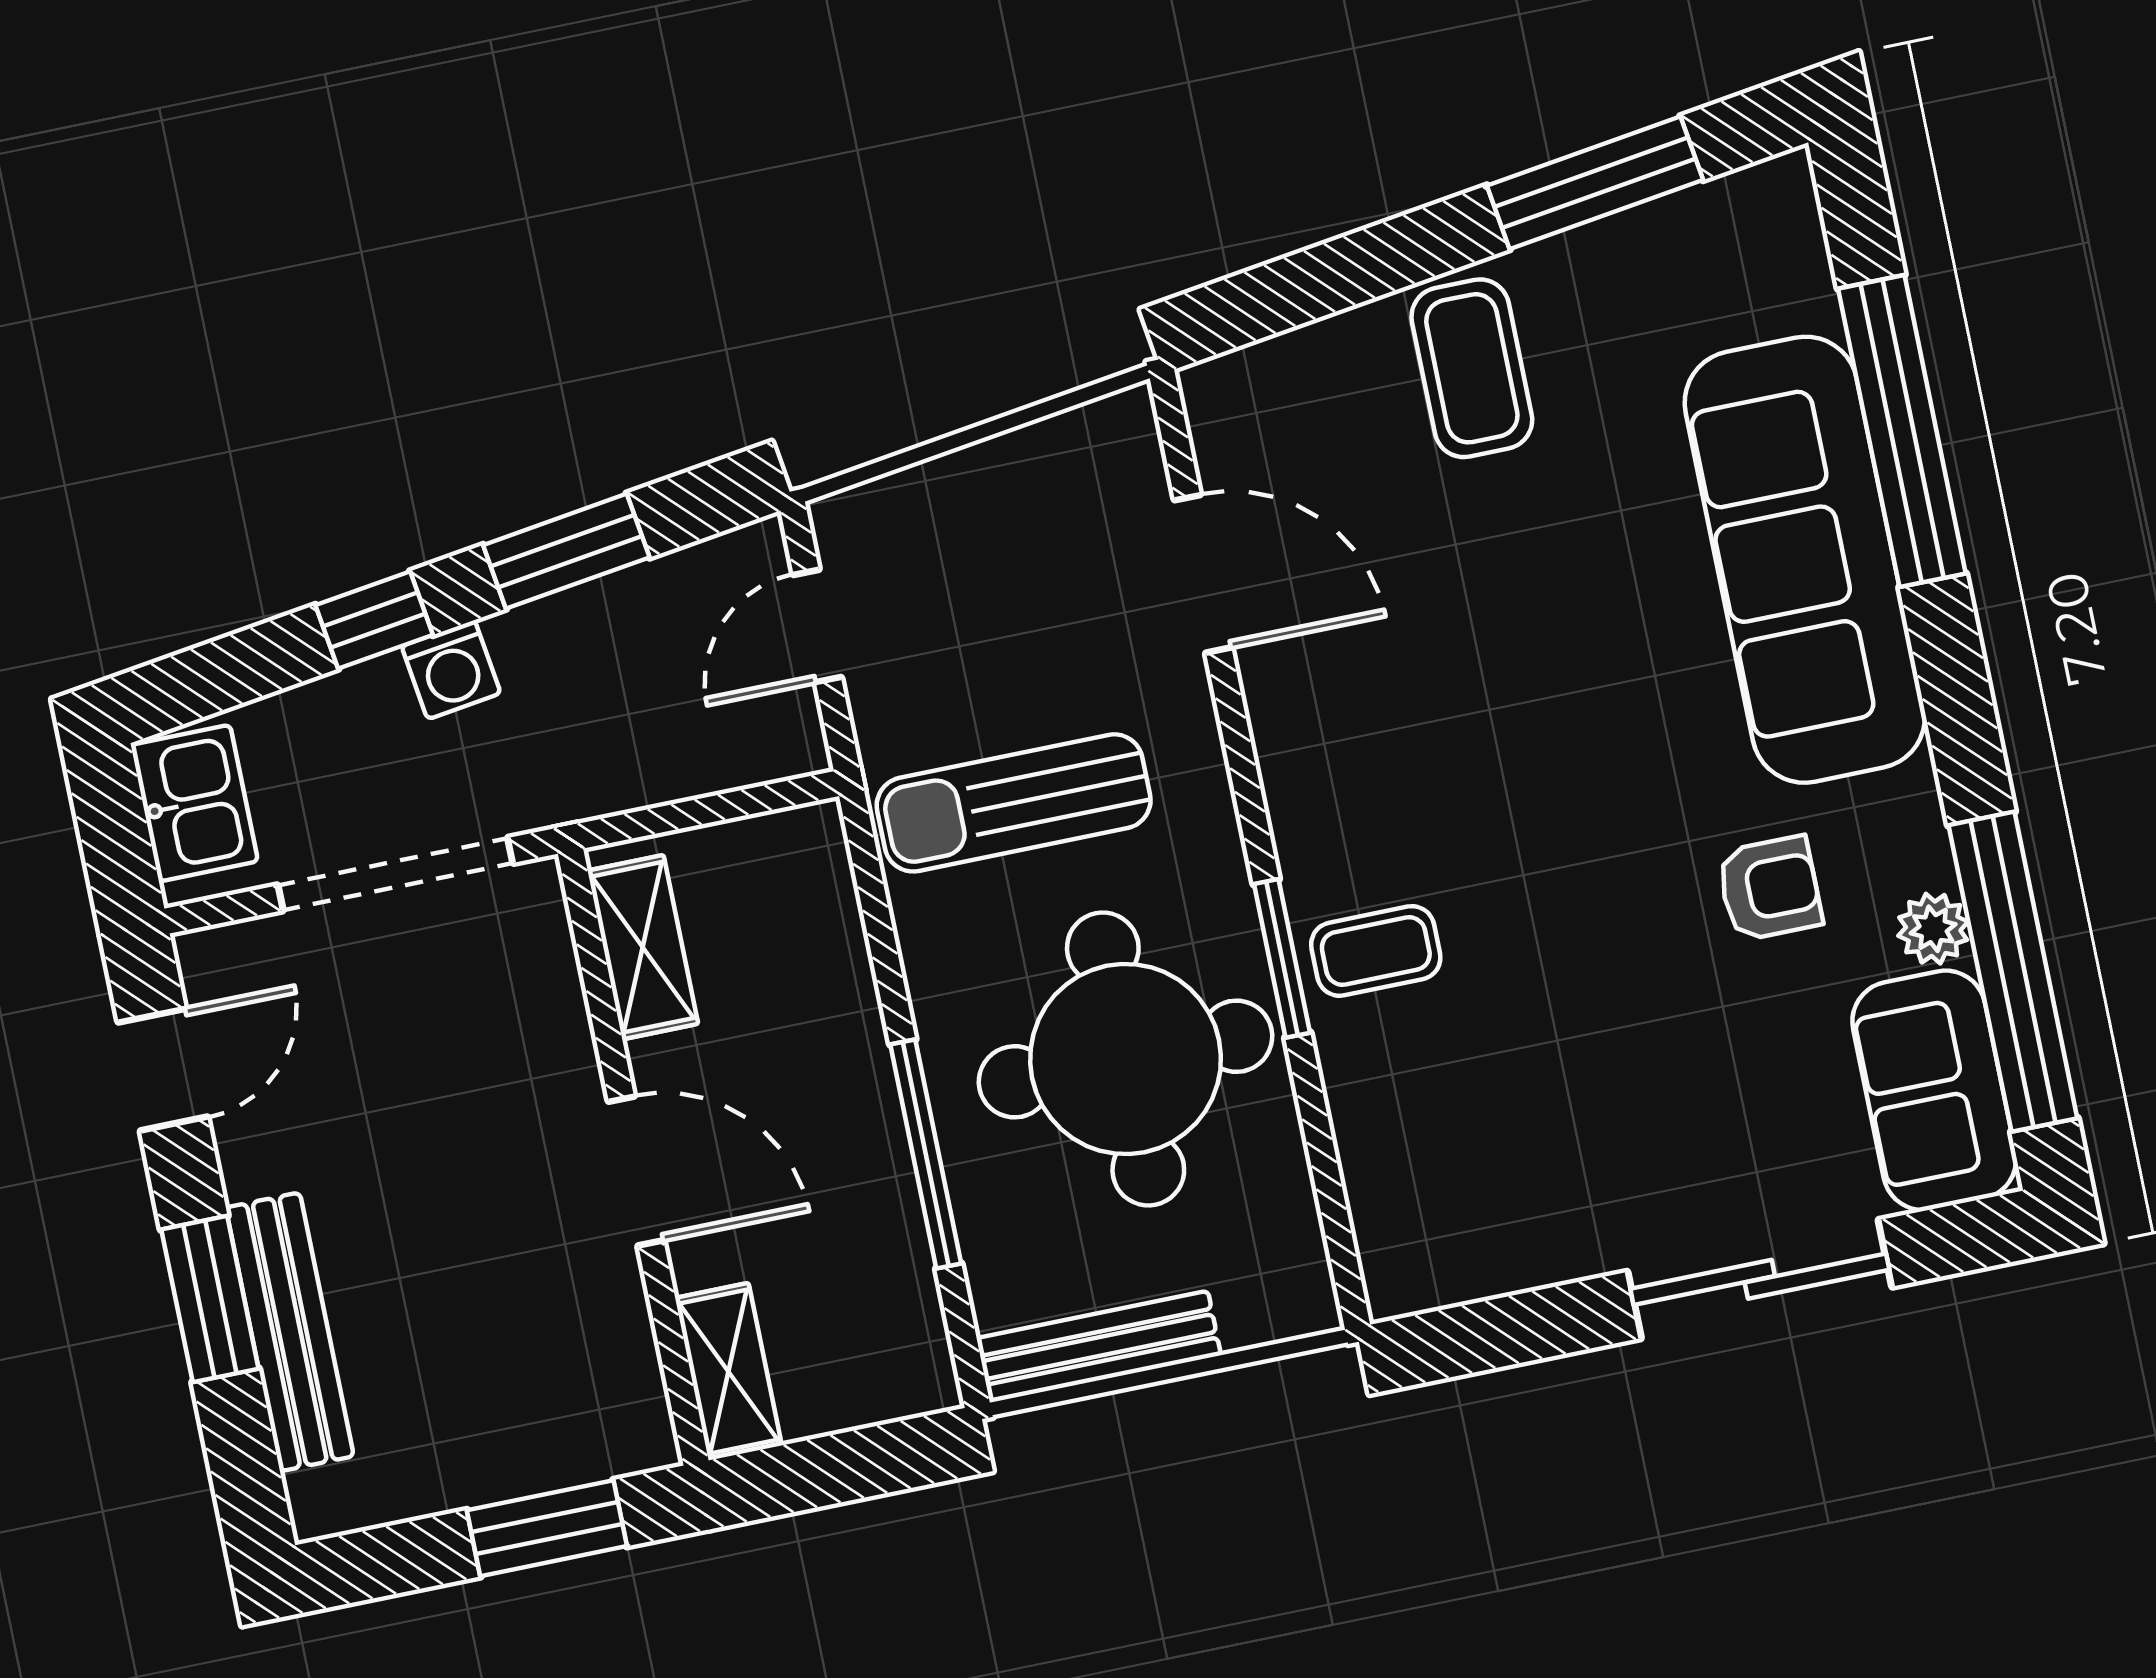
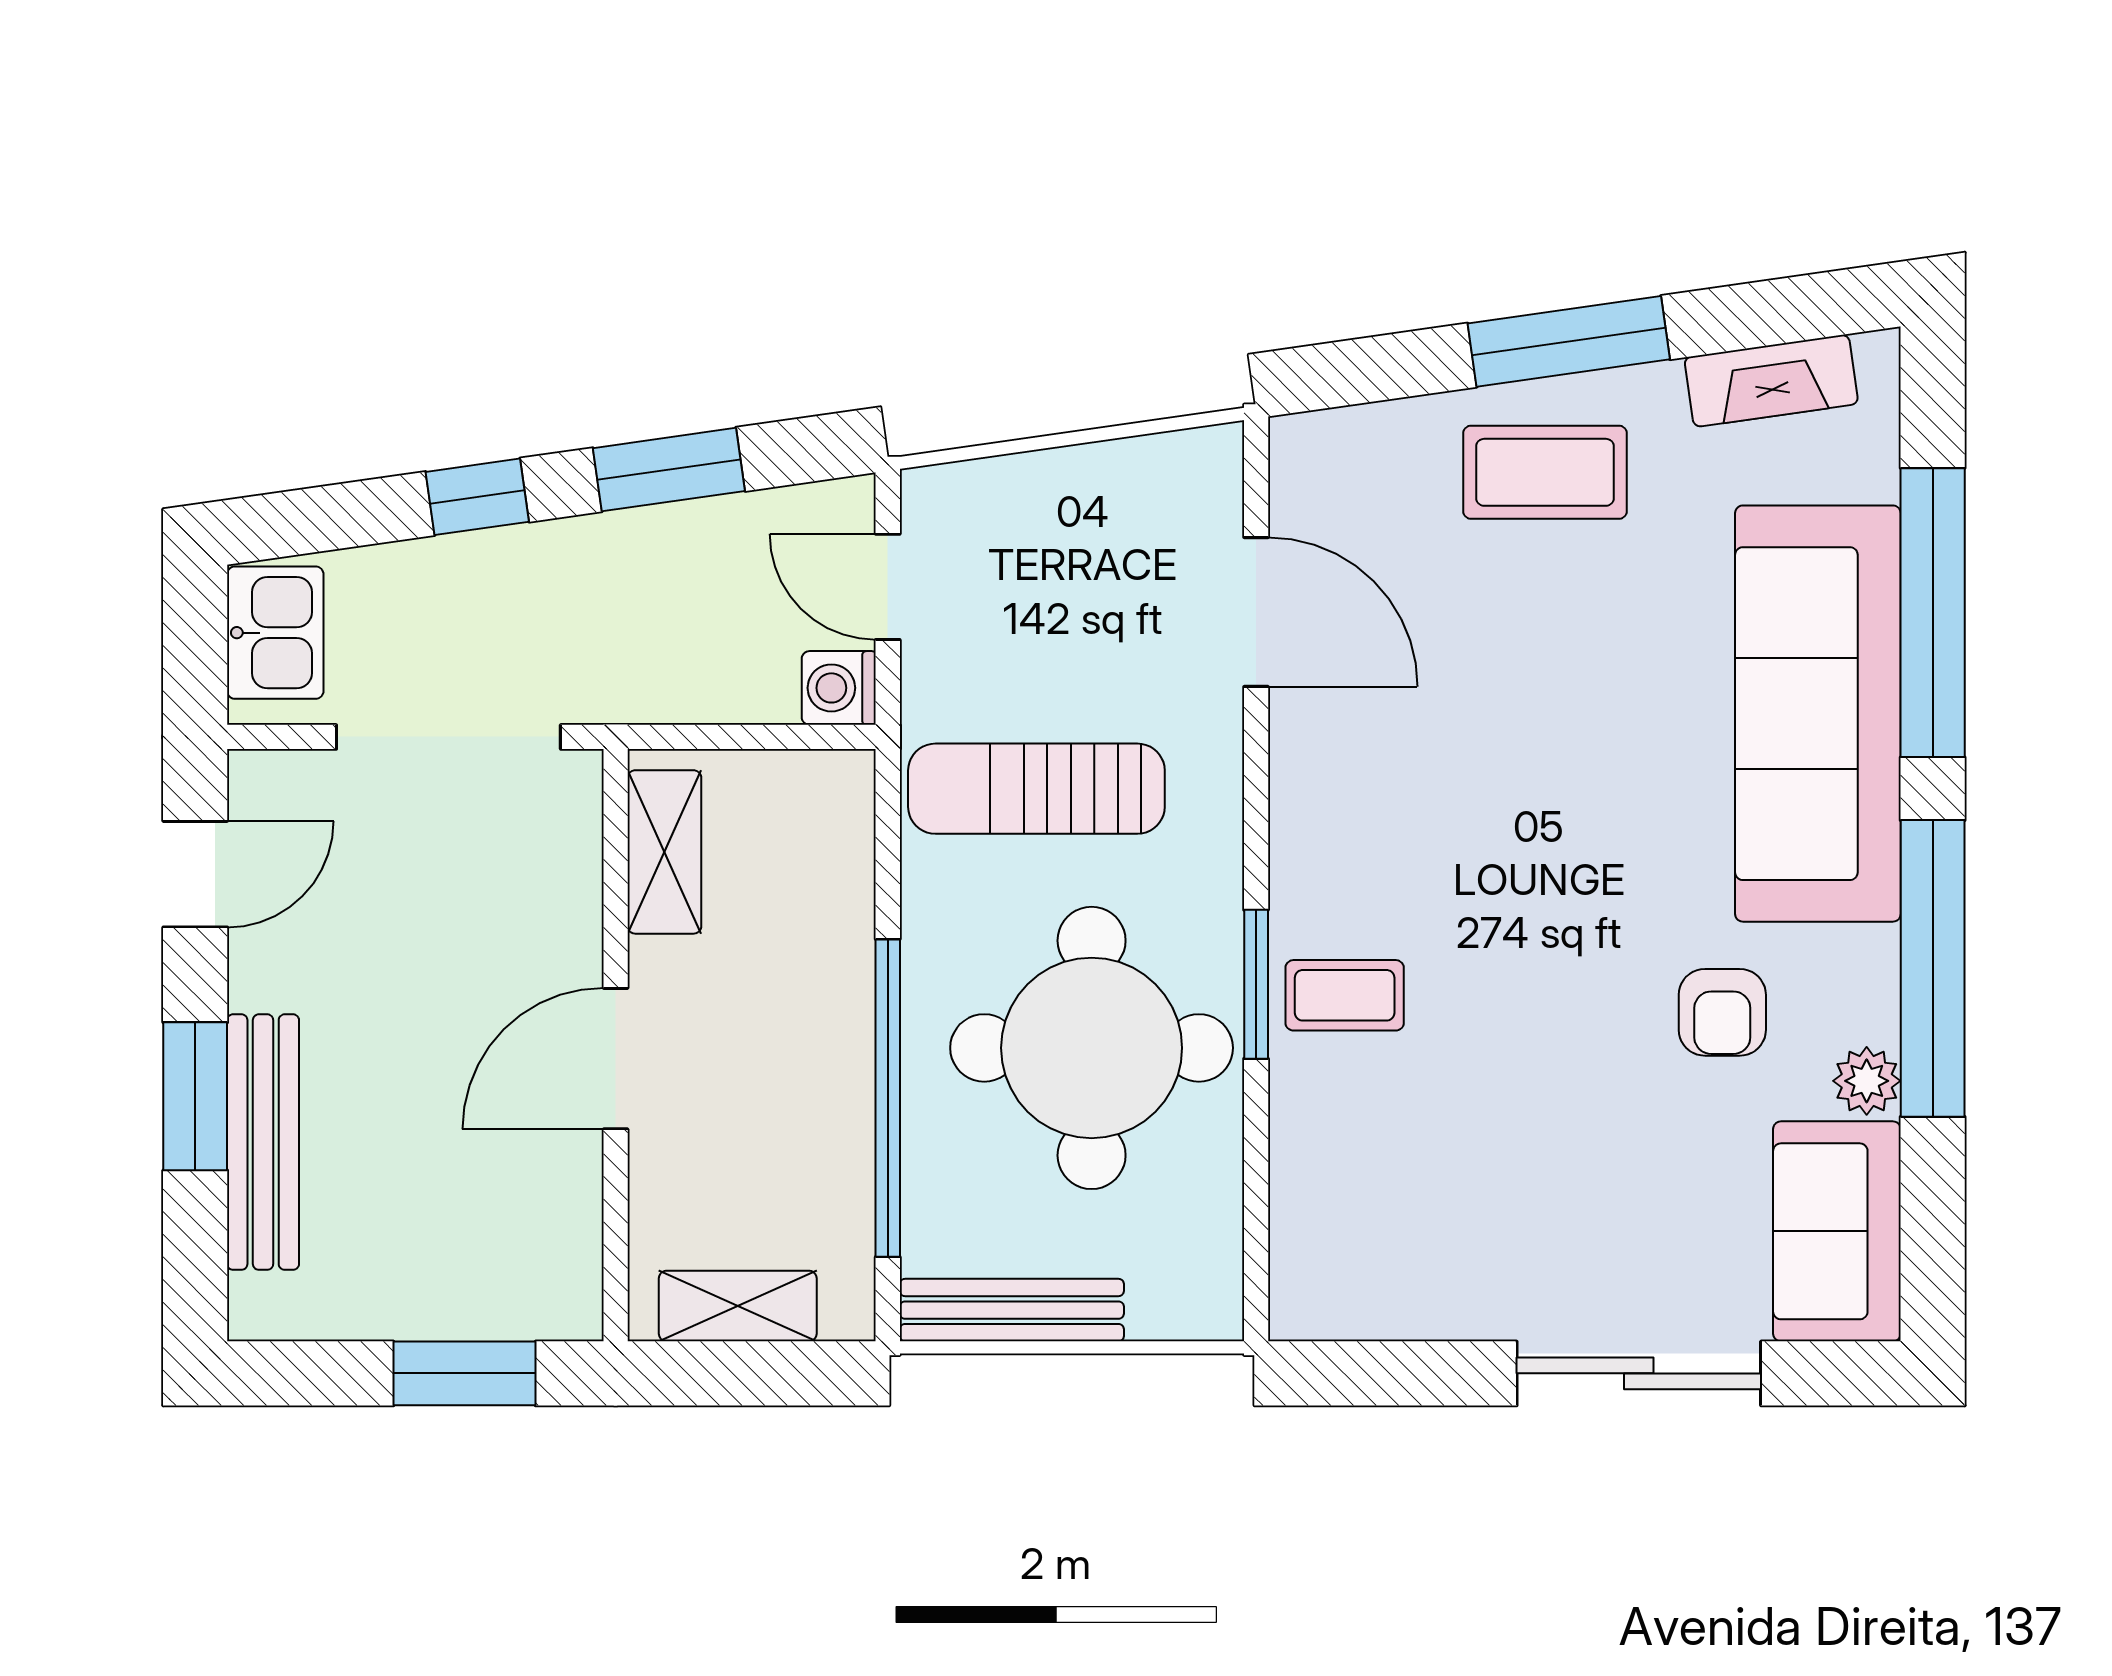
window: (1595, 183) -> (1569, 341), moved
fireplace: (1686, 226) -> (1771, 381), added
coffee table: (1472, 368) -> (1545, 472), turned 90
door: (817, 626) -> (888, 587), hinge flipped
washing machine: (451, 670) -> (839, 688), moved, turned 98
armchair: (1769, 888) -> (1722, 1012), turned 90
window: (2013, 972) -> (1933, 968), moved
window: (926, 1154) -> (888, 1098), width x1.46
door: (636, 1171) -> (616, 1059), swing flipped
shelving: (728, 1372) -> (738, 1306), moved, turned 90

